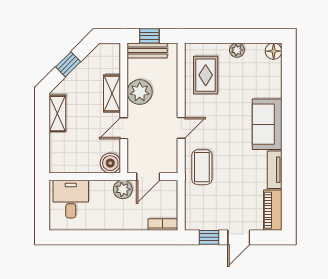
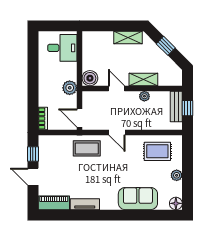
plant: (140, 92) -> (144, 96), width x0.53, depth x0.53
sofa: (267, 124) -> (138, 199), moved
door: (148, 177) -> (80, 118), moved

